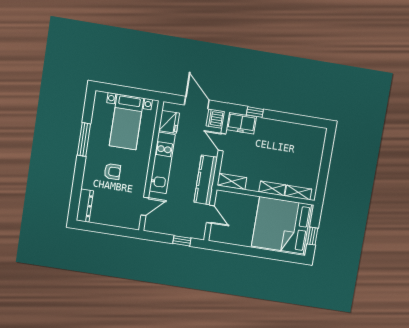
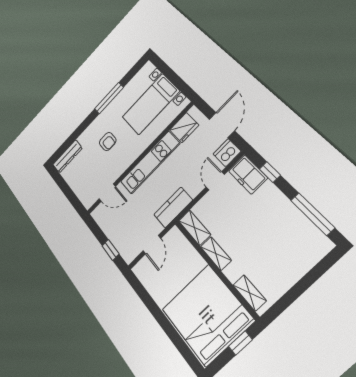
window: (300, 119) -> (312, 214), added
kitchen counter: (206, 180) -> (173, 207), width x0.67
shelving: (272, 188) -> (216, 254), moved
window: (313, 236) -> (240, 343), moved

